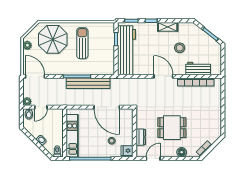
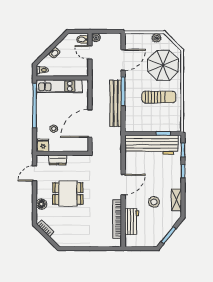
shelving: (168, 27) -> (176, 200), moved
door: (35, 76) -> (123, 60), moved
dining table: (172, 128) -> (68, 194), turned 90
door: (153, 159) -> (35, 173), swing flipped

